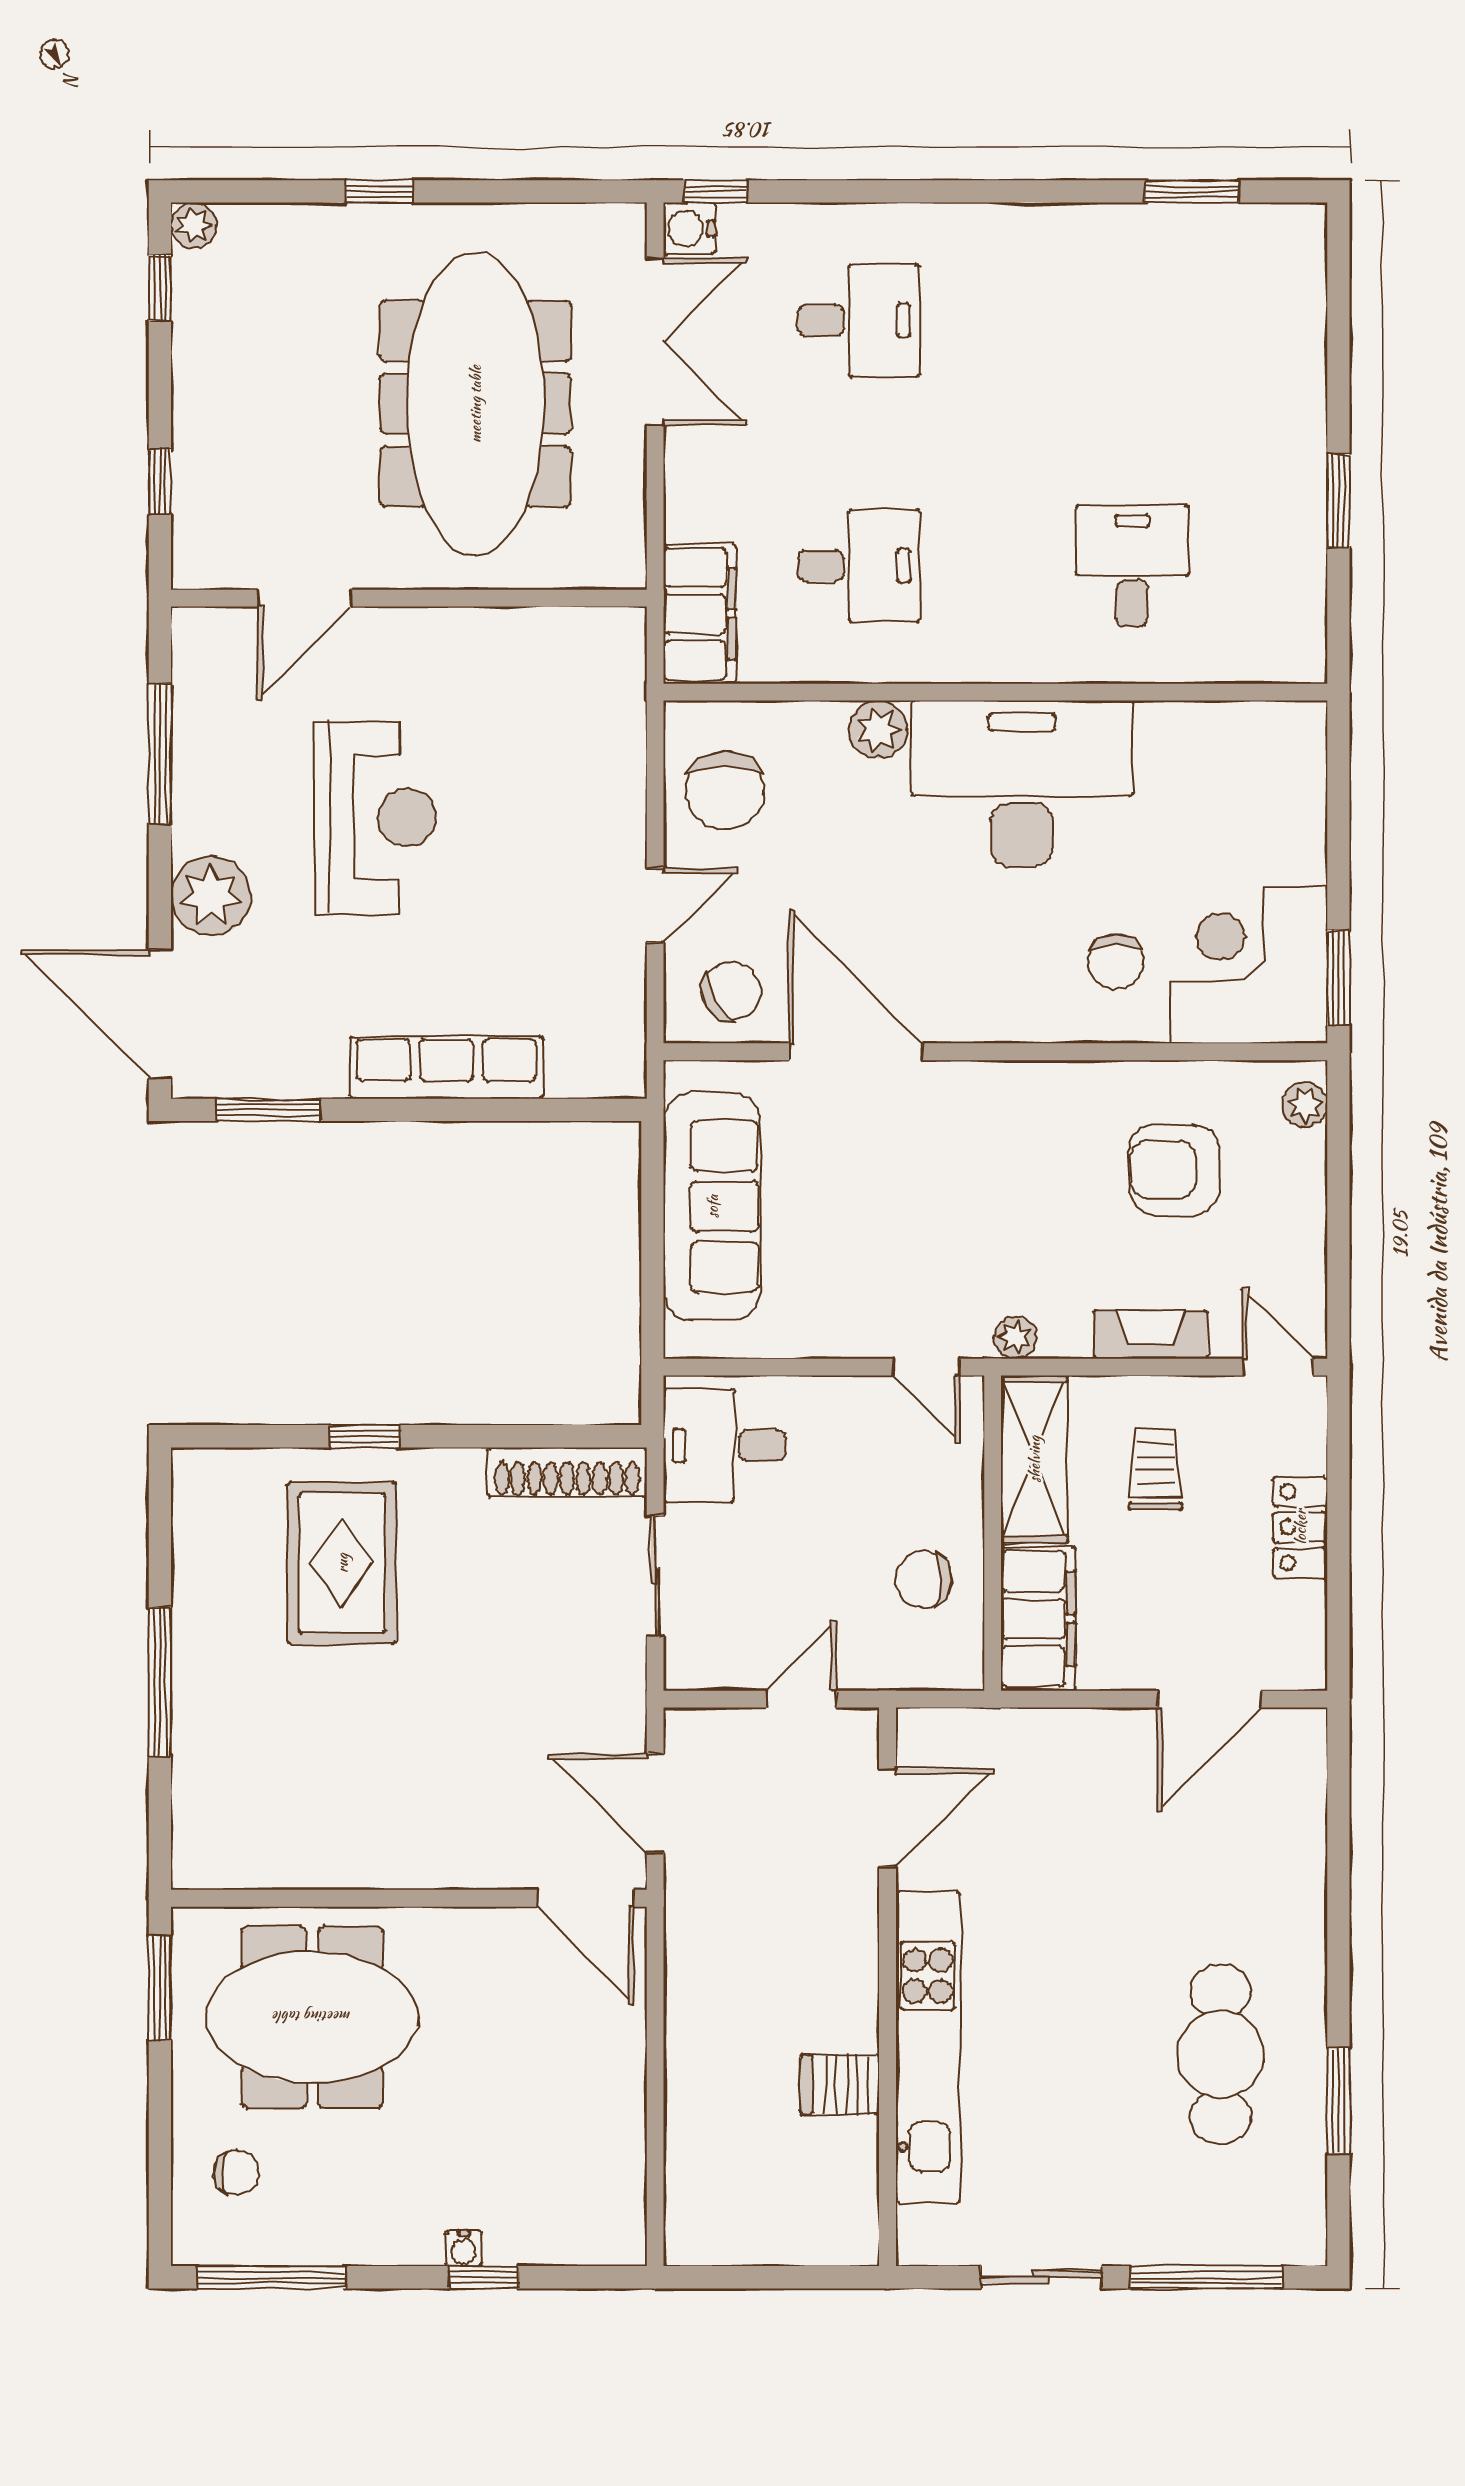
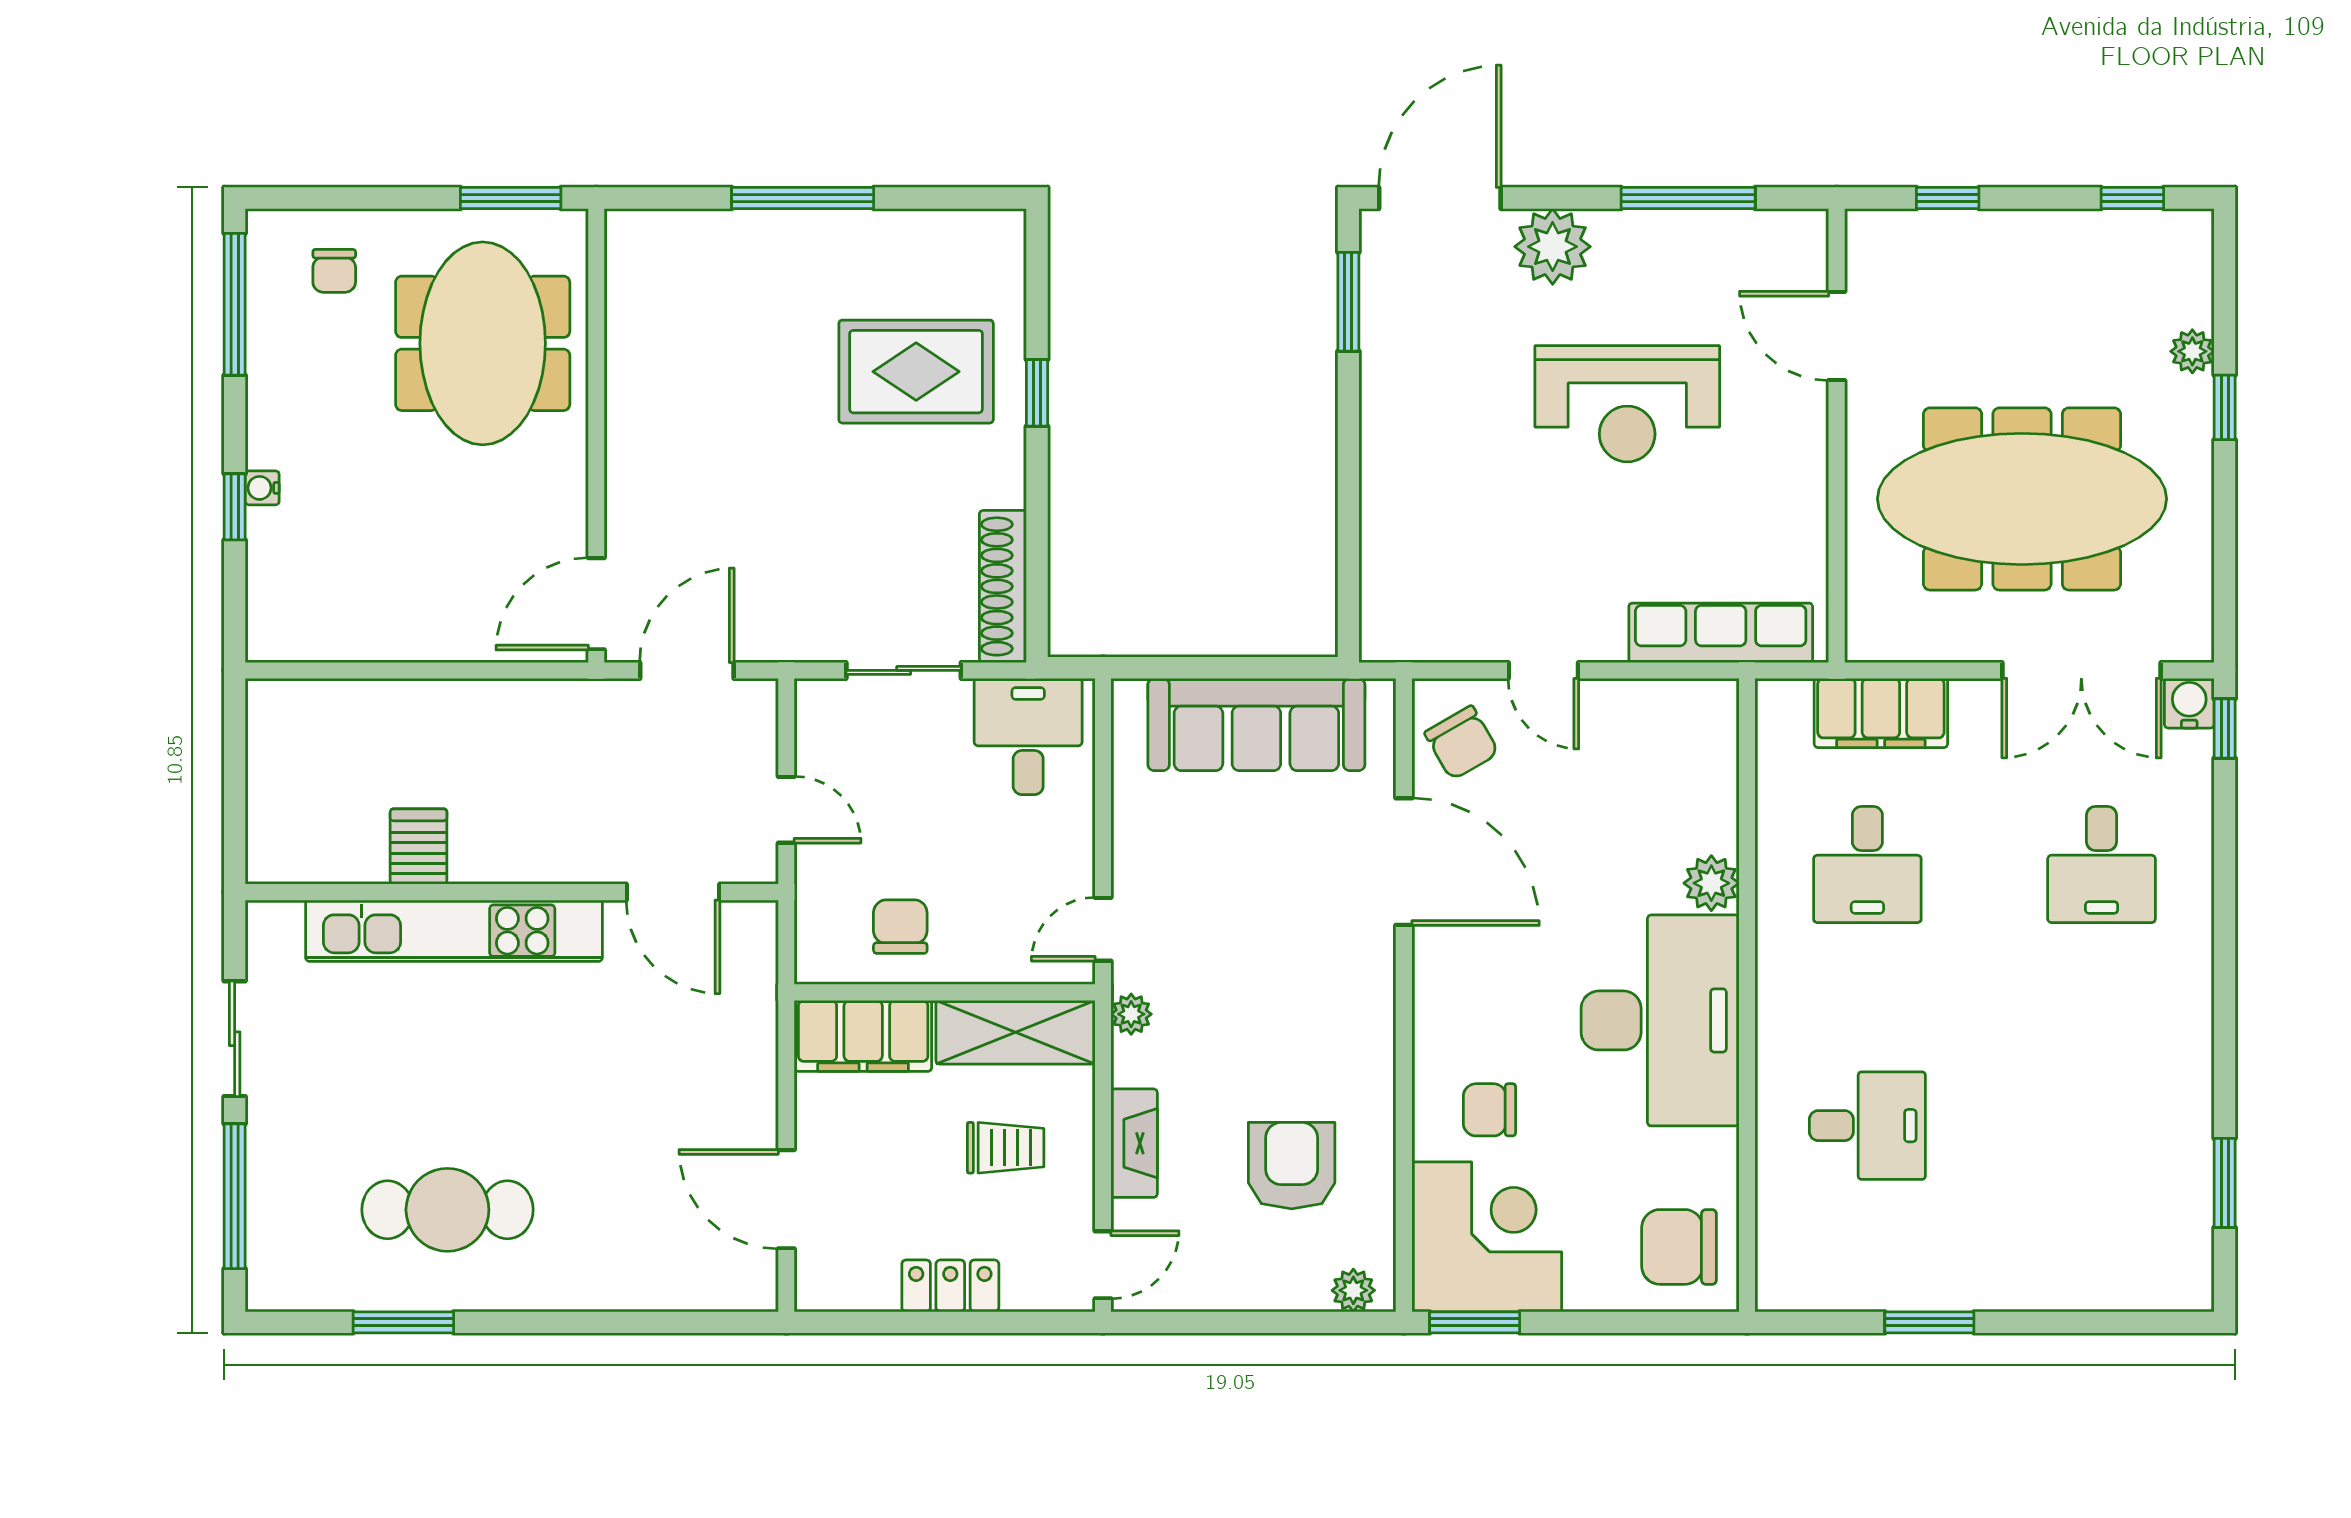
plant: (194, 225) -> (2192, 351), moved
filing cabinet: (700, 614) -> (1881, 713), moved
chair: (725, 790) -> (1679, 1247), moved
door: (856, 1052) -> (1404, 862), hinge flipped
row of seats: (446, 1068) -> (1721, 633), moved, turned -90

